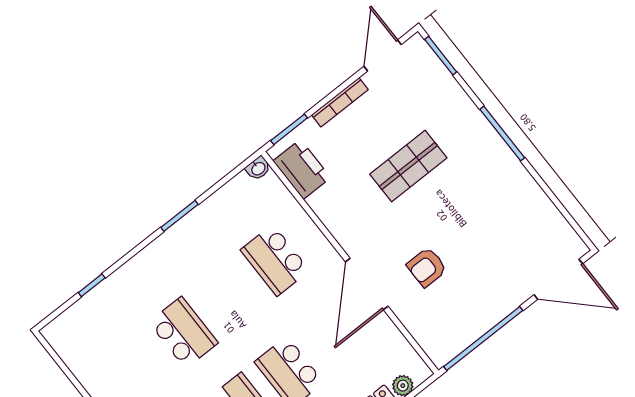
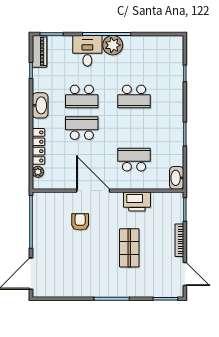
washbasin: (258, 168) -> (177, 178), width x1.91, depth x1.45
printer: (302, 169) -> (137, 202), moved

